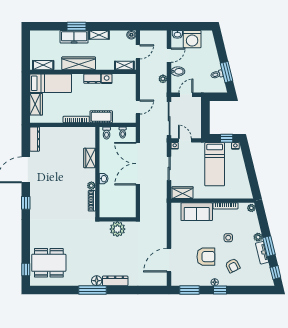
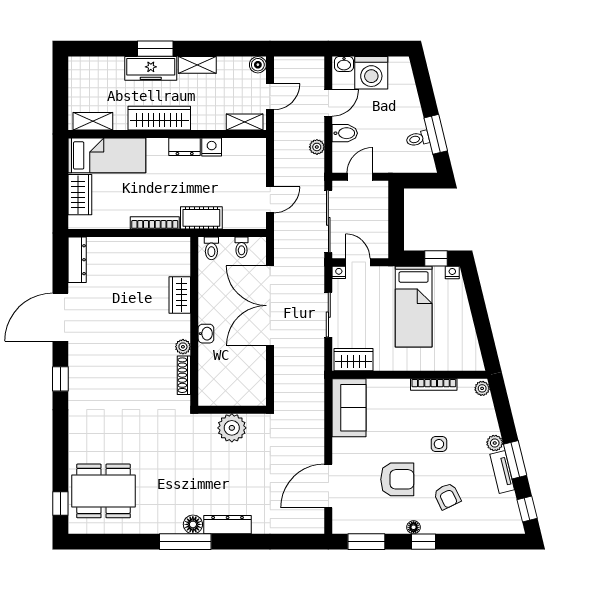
sofa: (197, 212) -> (349, 408), moved, turned -90

